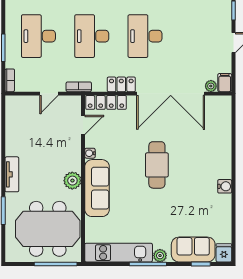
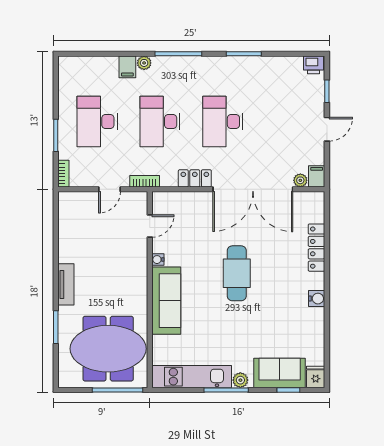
locker: (106, 102) -> (317, 248), moved, turned 90
plant: (72, 181) -> (137, 292), removed

